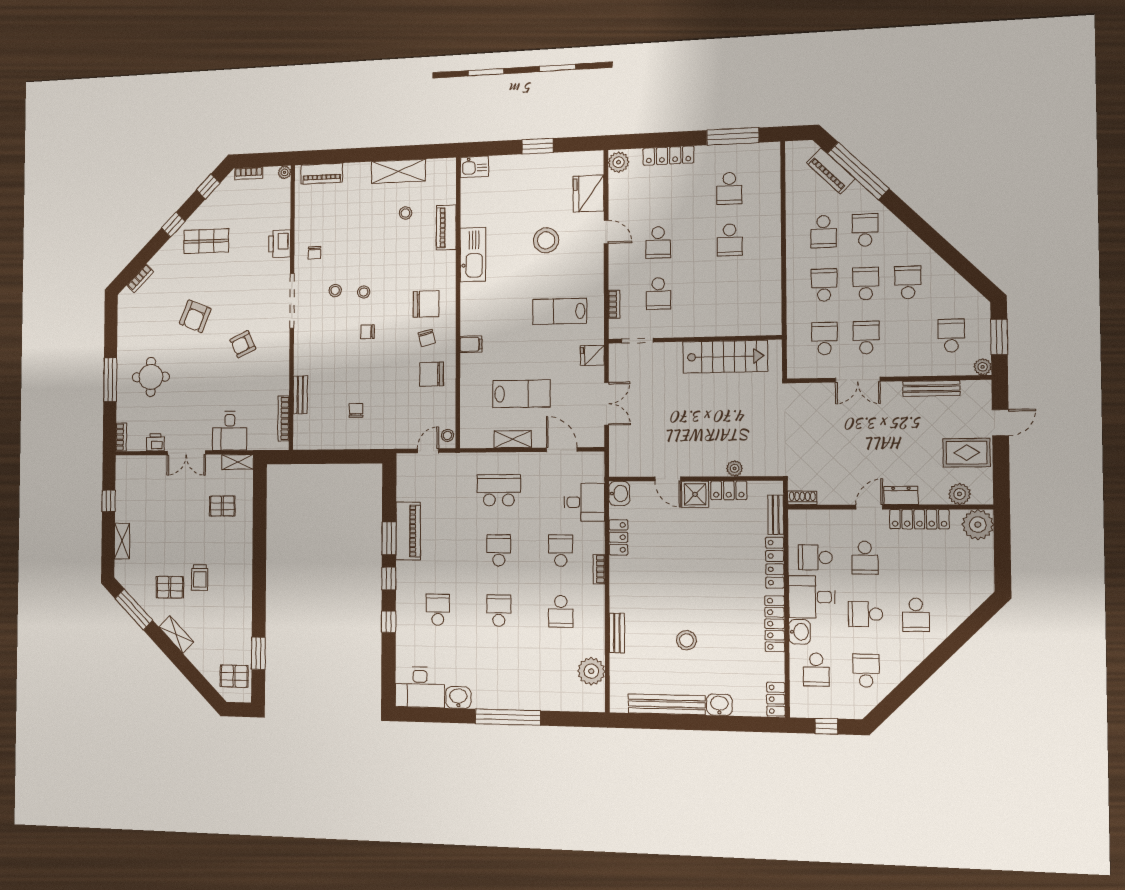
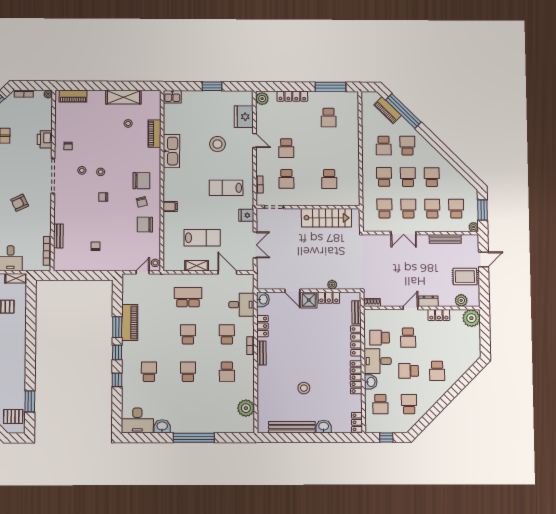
school desk: (730, 240) -> (329, 179), moved
school desk: (909, 337) -> (432, 209), added
locker: (919, 519) -> (439, 315), width x0.66
bench: (617, 633) -> (261, 353), moved

